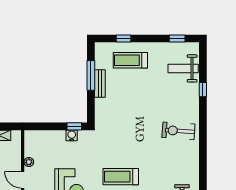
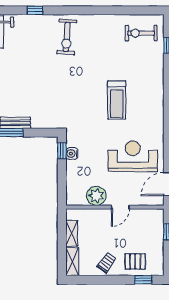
window: (203, 90) -> (35, 10), moved
plant: (29, 162) -> (96, 196), width x1.87, depth x1.87

